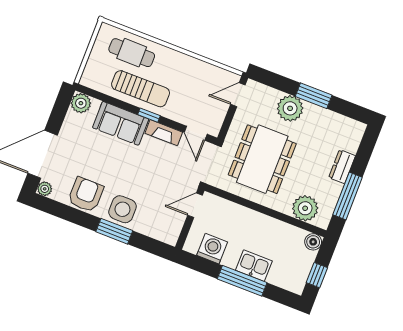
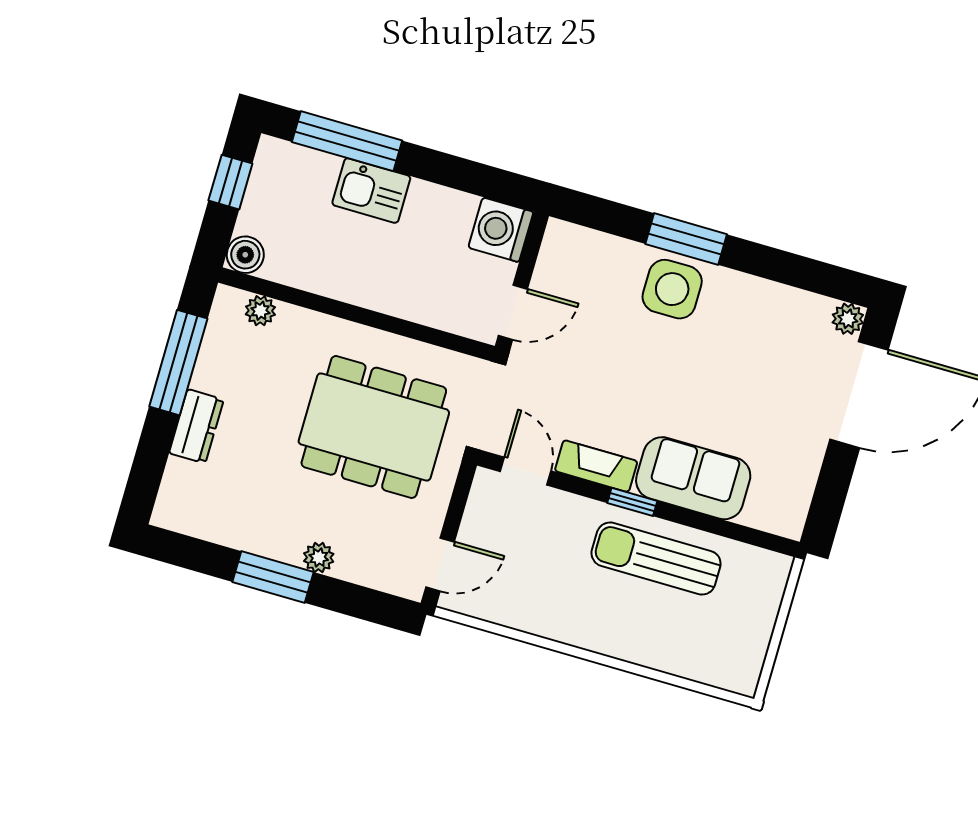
cafe table: (132, 53) -> (683, 636), removed
plant: (81, 103) -> (785, 515), removed
plant: (290, 108) -> (319, 557), width x0.53, depth x0.53
dining table: (262, 159) -> (374, 427), turned 90
armchair: (86, 195) -> (756, 314), removed
plant: (305, 208) -> (260, 311), width x0.53, depth x0.53
washing machine: (212, 249) -> (501, 230), moved, turned 90
window: (242, 281) -> (347, 141), moved

